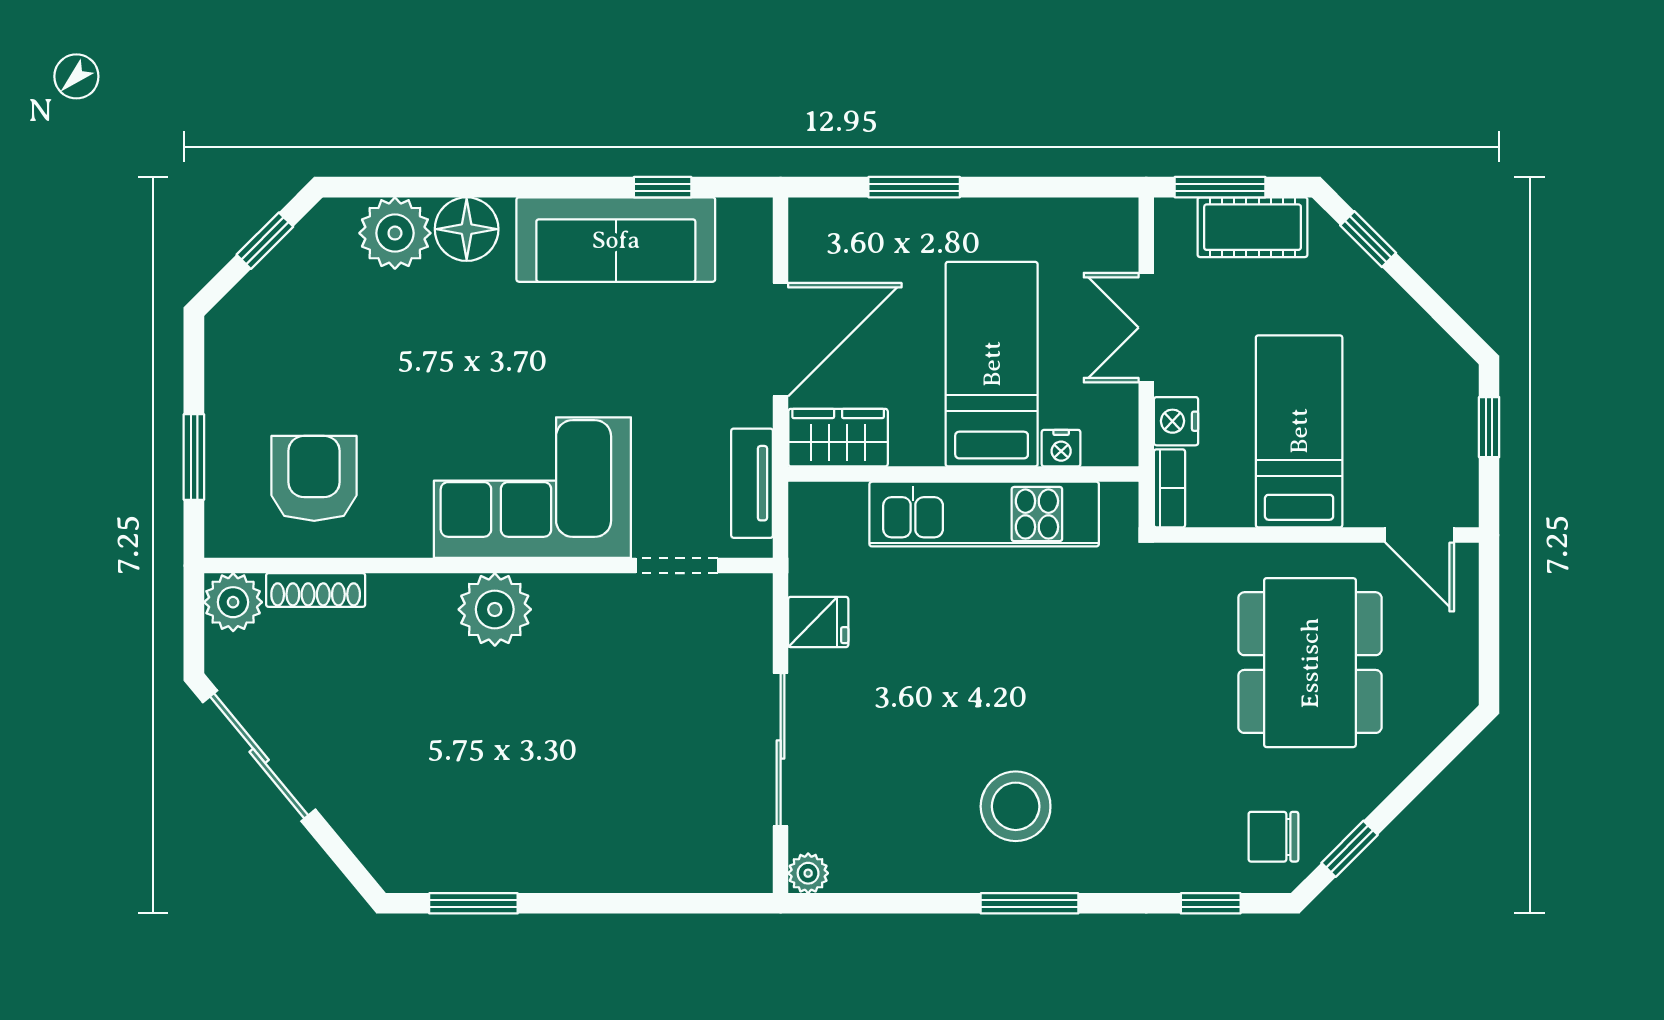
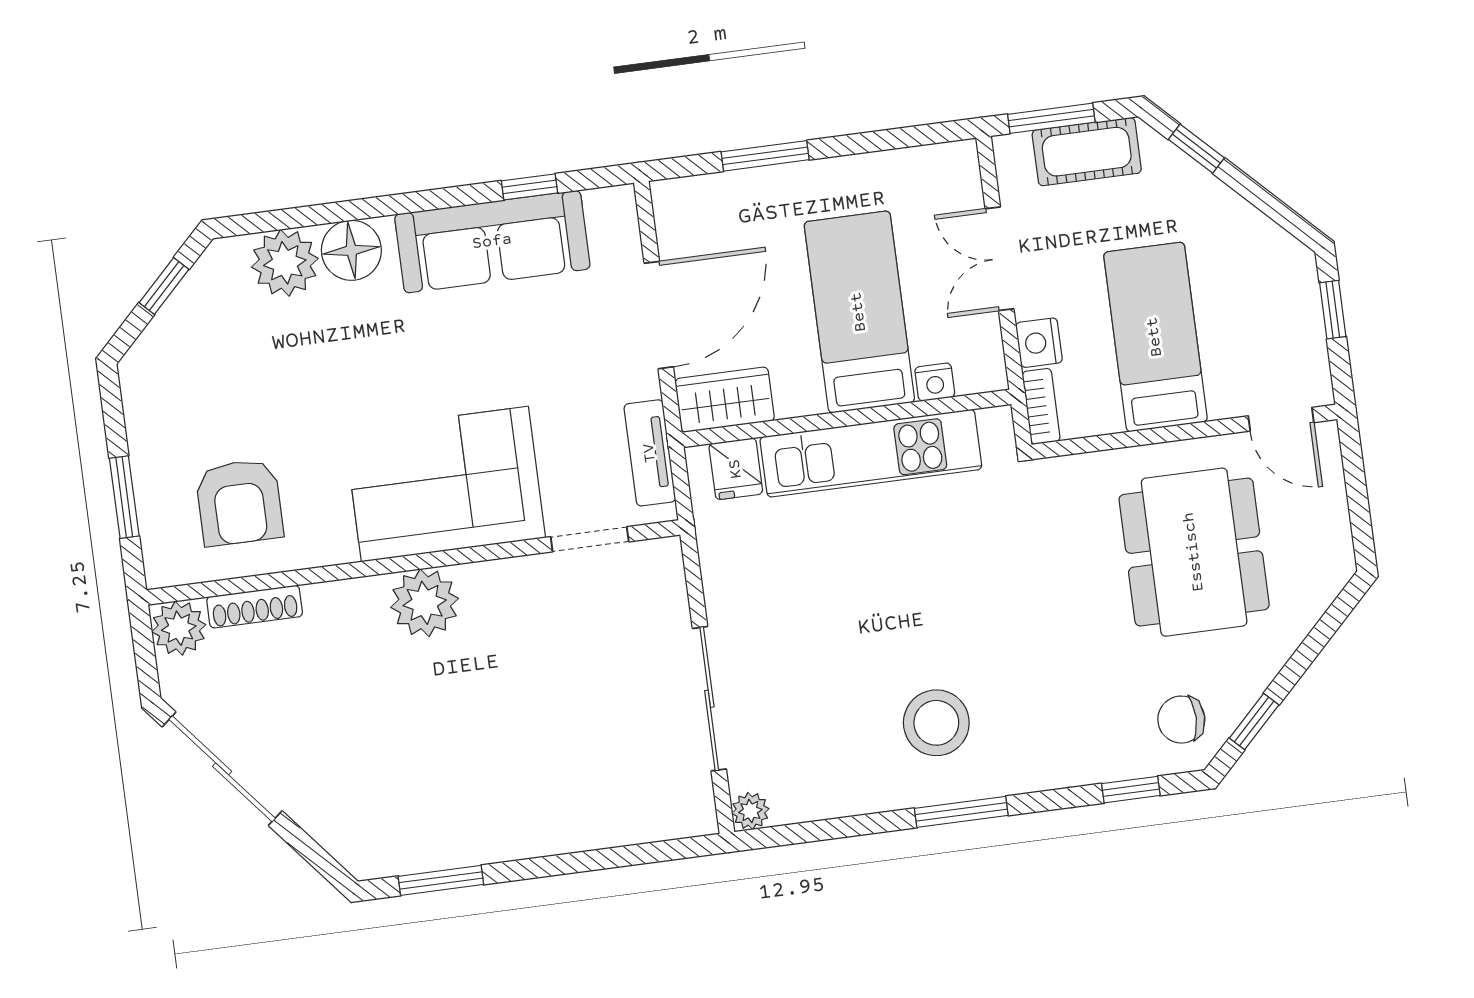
armchair: (314, 478) -> (239, 502), turned 180
fridge: (818, 622) -> (736, 469), moved, turned 90

